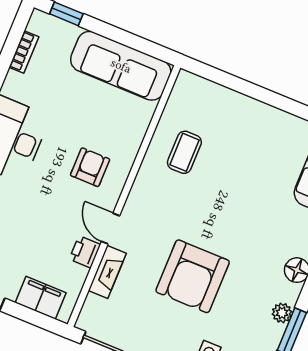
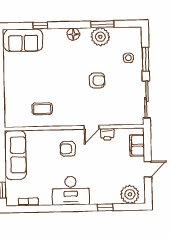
fireplace: (107, 272) -> (112, 120), removed
armchair: (193, 276) -> (97, 80), width x0.53, depth x0.53
plant: (282, 313) -> (100, 37), width x1.88, depth x1.88

